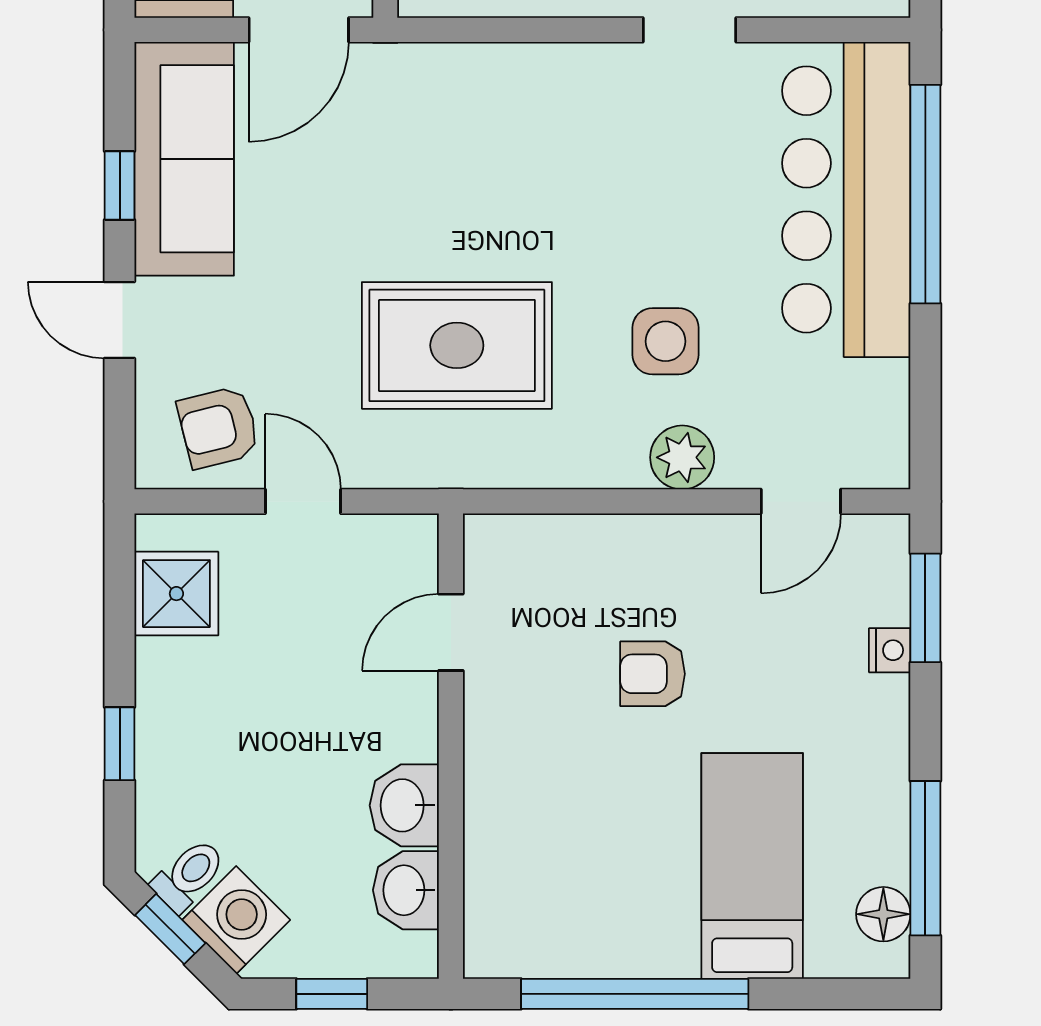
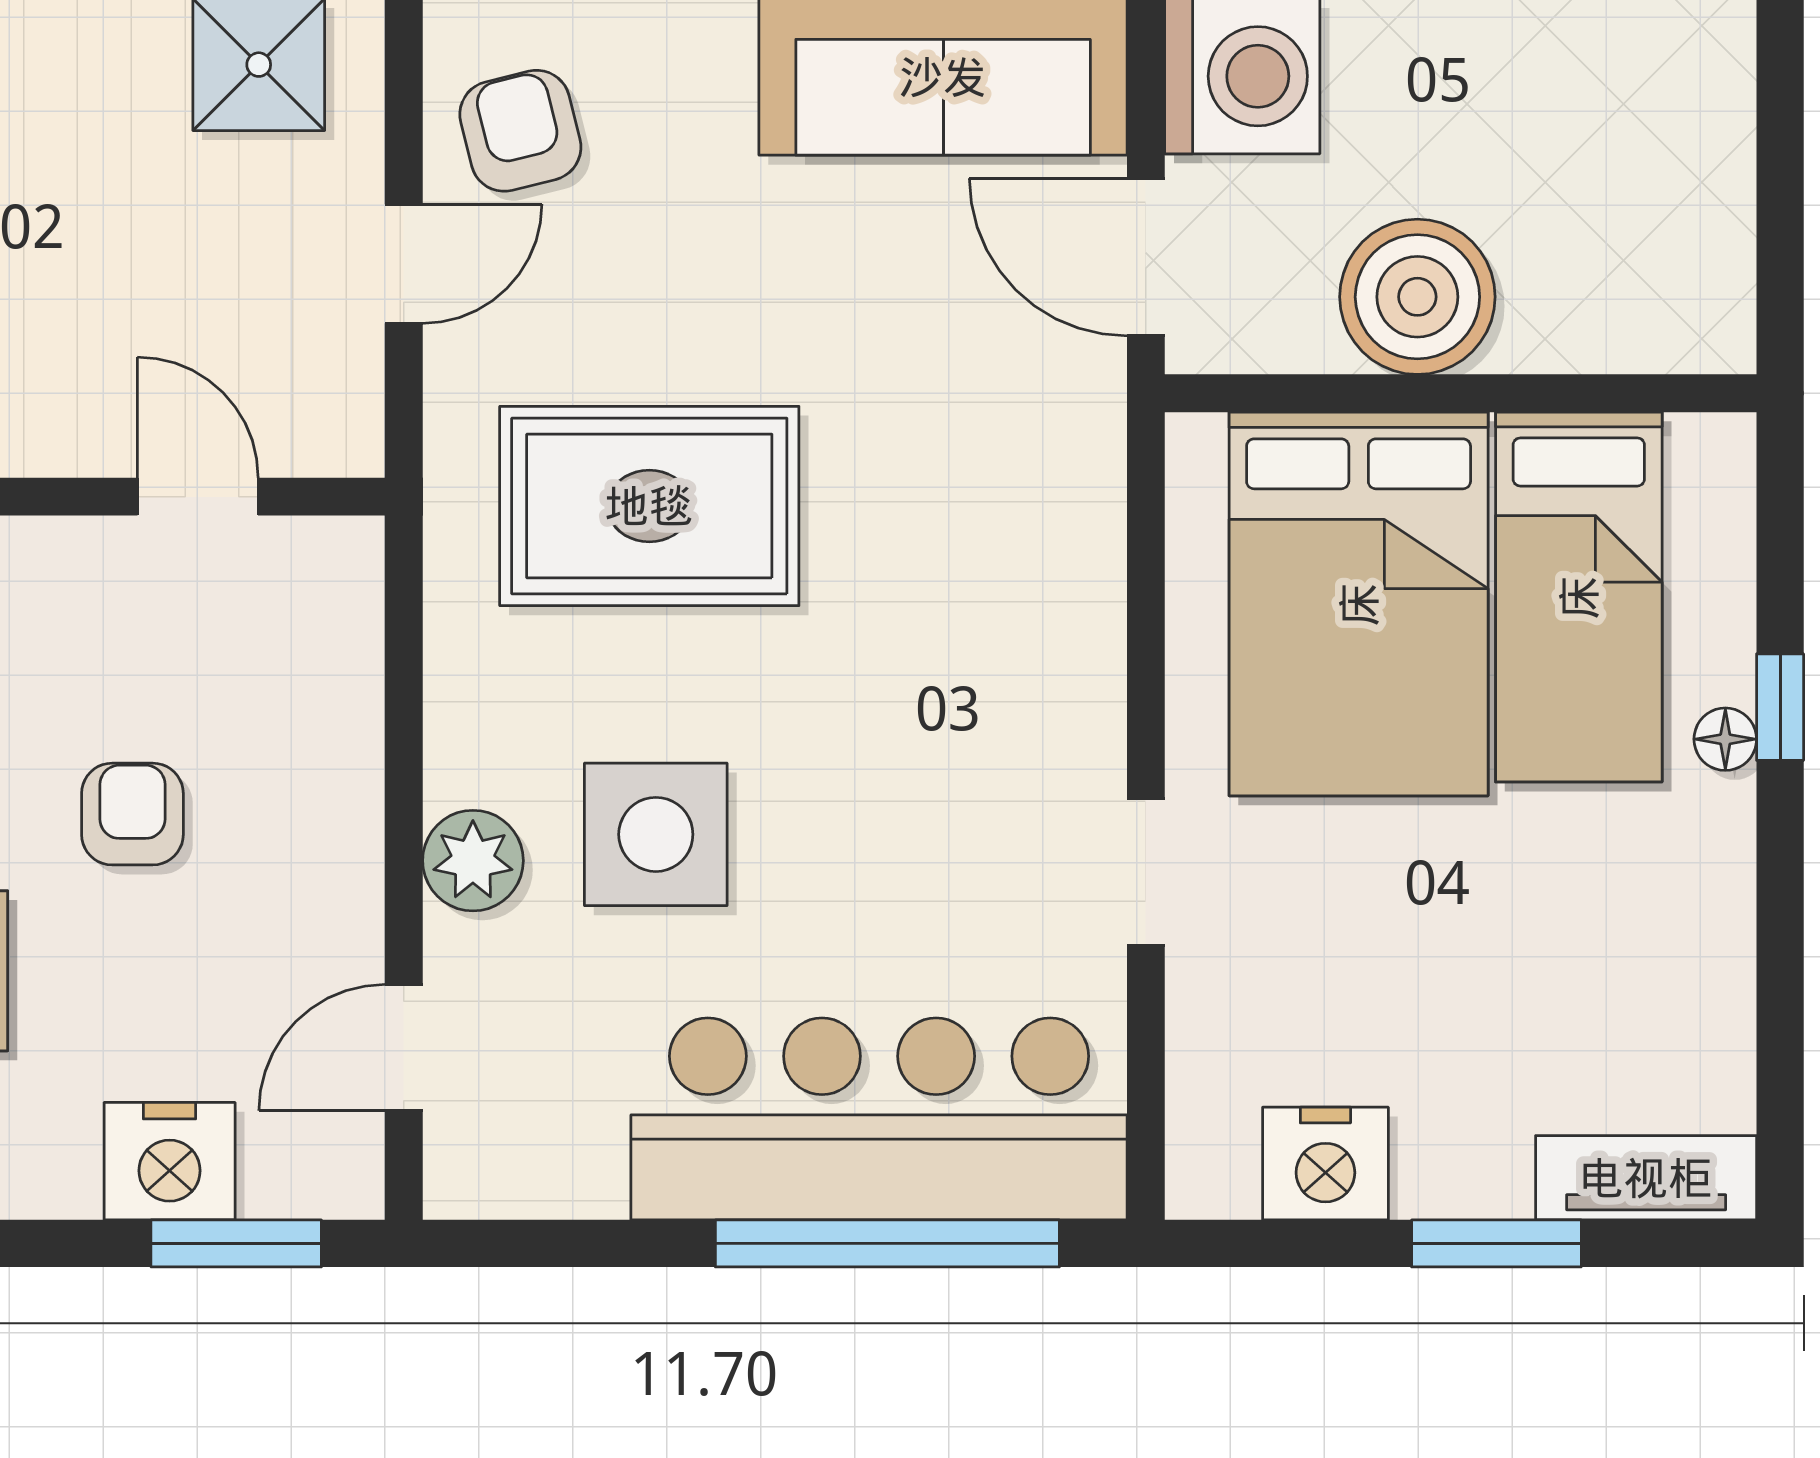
side table: (666, 341) -> (656, 834), width x1.37, depth x1.37
rug: (457, 345) -> (649, 506), turned 90
door: (801, 501) -> (404, 1048), hinge flipped
nightstand: (890, 650) -> (170, 1161), width x1.89, depth x1.79

